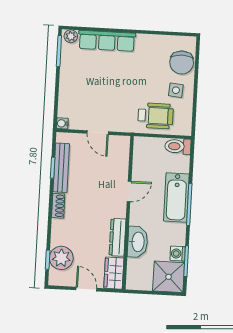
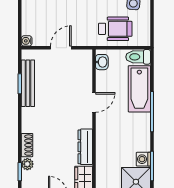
door: (98, 133) -> (61, 48), swing flipped
bathtub: (176, 197) -> (139, 89), moved
shoe rack: (58, 206) -> (27, 145), moved
washbasin: (138, 242) -> (102, 62), moved, width x0.52, depth x0.69
plant: (61, 258) -> (27, 164), width x0.53, depth x0.53

